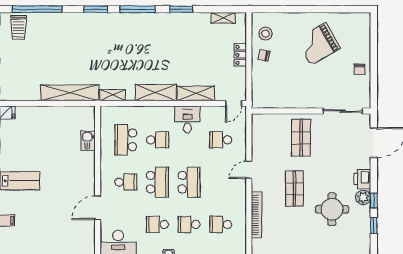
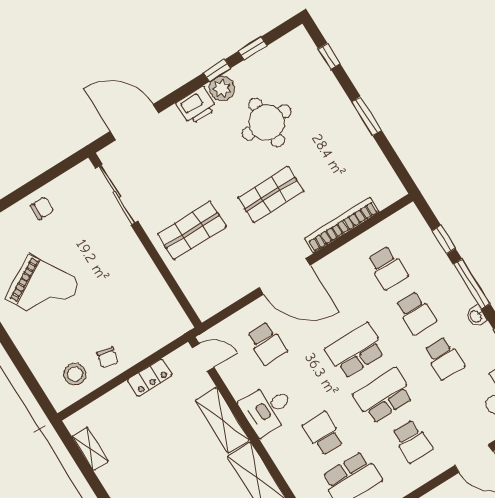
locker: (240, 55) -> (150, 378), moved
door: (249, 170) -> (285, 276), width x1.88
school desk: (126, 182) -> (412, 441), turned 180

